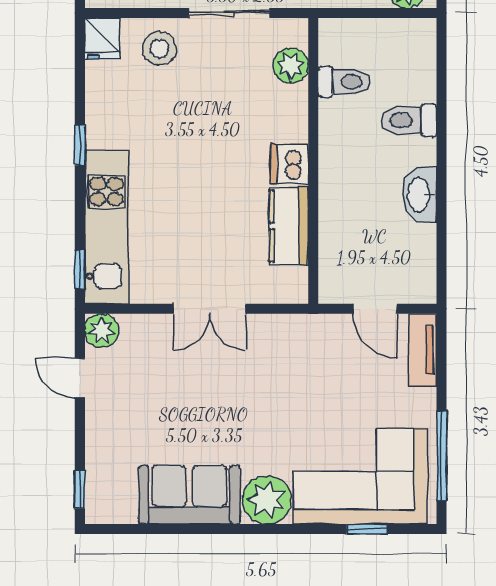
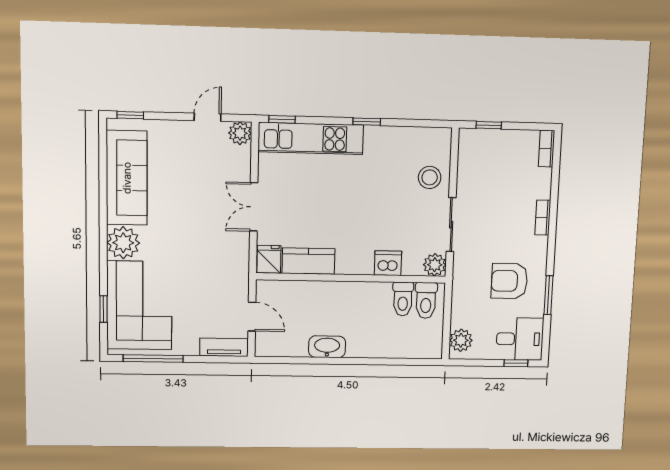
fridge: (102, 39) -> (269, 259), moved, turned 90
plant: (291, 65) -> (435, 265), moved
toilet: (409, 120) -> (426, 301), moved, turned 180
dishwasher: (290, 164) -> (388, 263), moved
door: (375, 309) -> (252, 317), swing flipped
sofa: (189, 495) -> (127, 178), width x1.36

